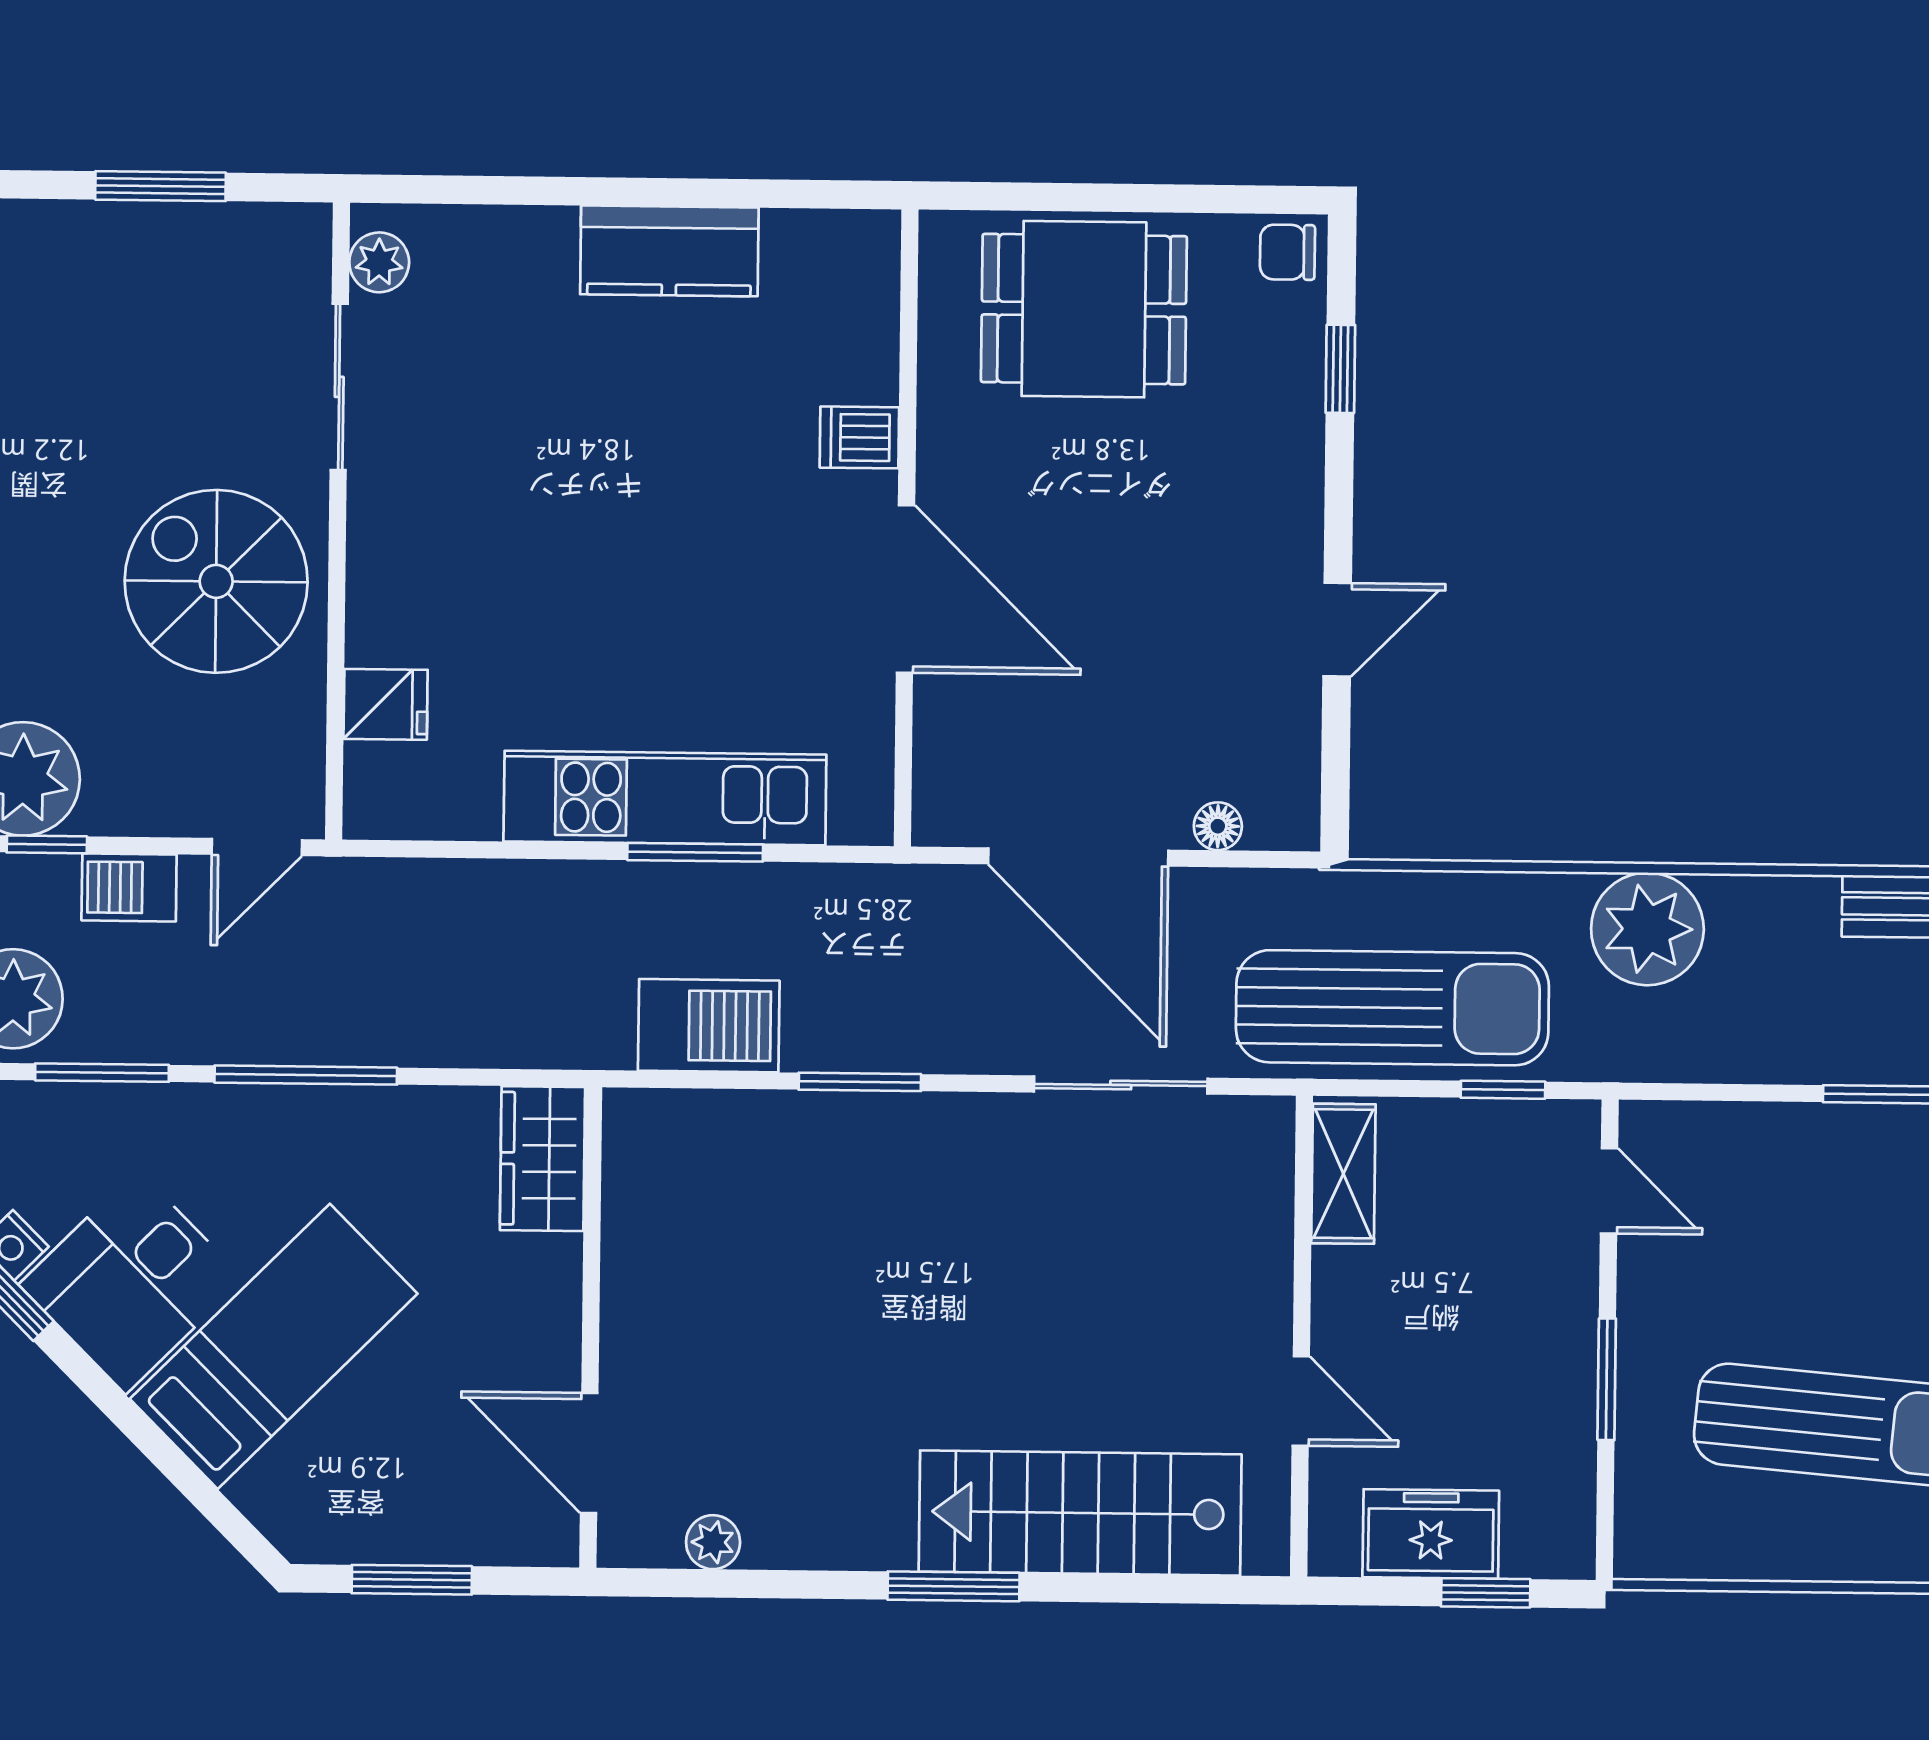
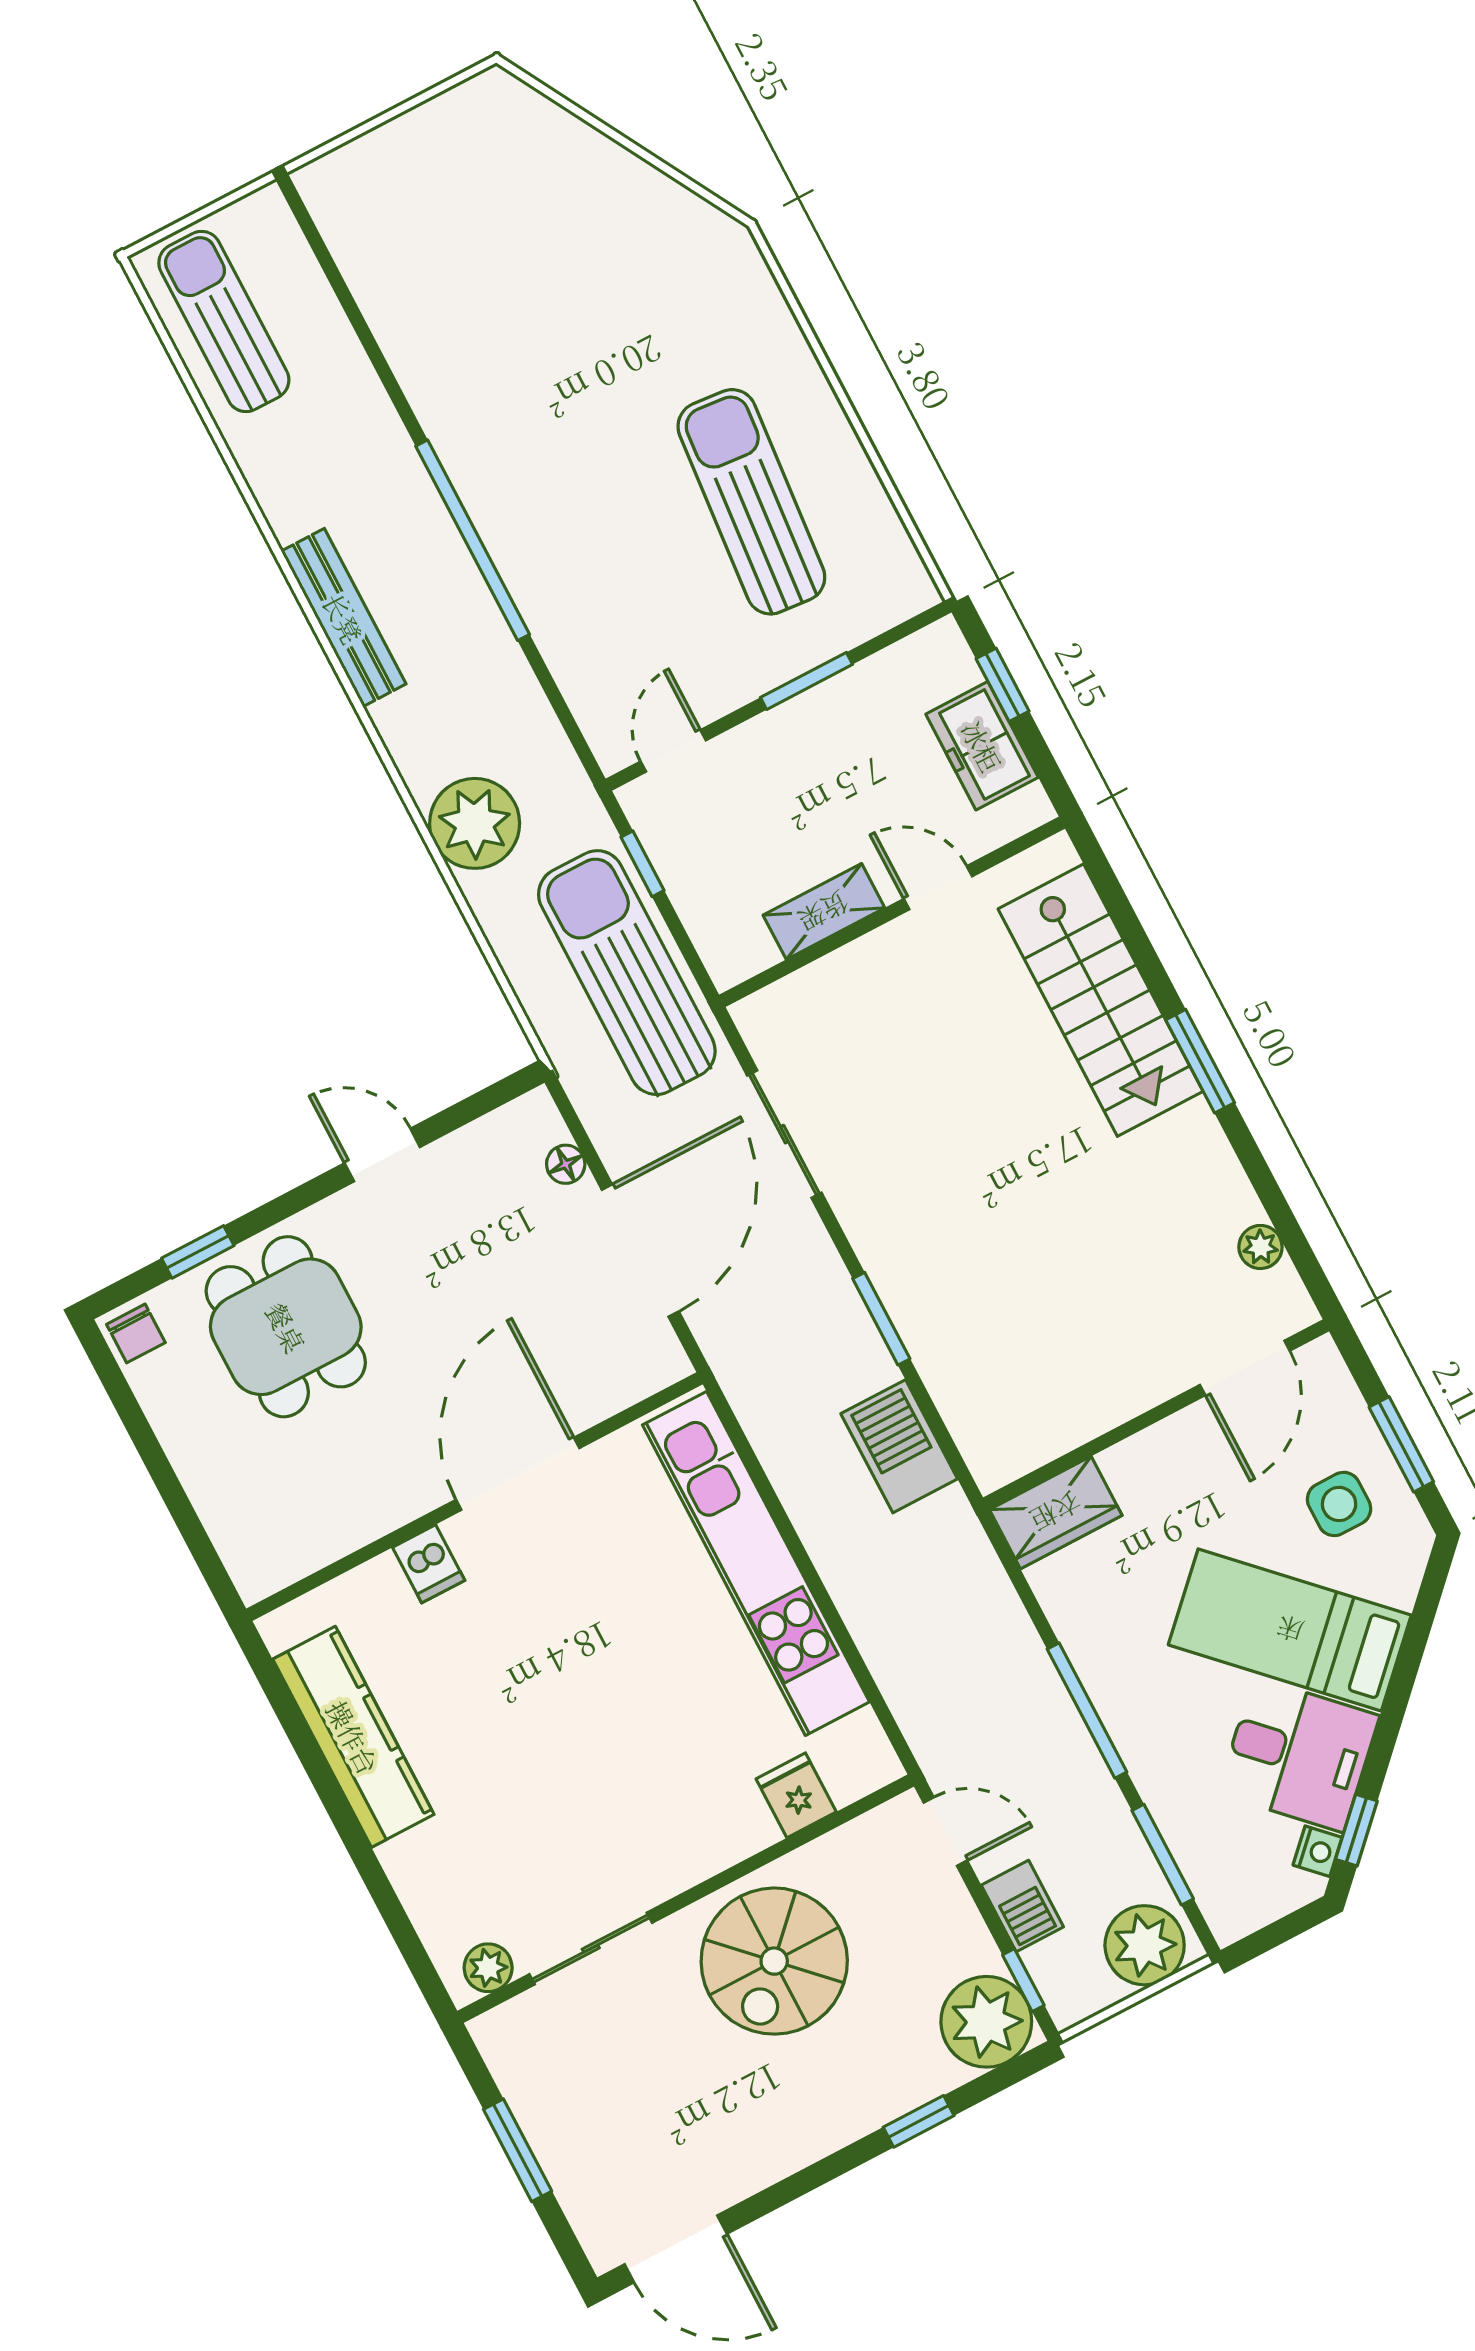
kitchen counter: (669, 251) -> (353, 1737), width x1.50
dining table: (1084, 309) -> (286, 1327), moved
kitchen unit: (665, 798) -> (756, 1563), width x1.36
window: (695, 852) -> (783, 1522), removed
shelving: (1343, 1174) -> (824, 912), moved
door: (1301, 1401) -> (938, 888), hinge flipped
side table: (383, 1476) -> (1339, 1504), added

